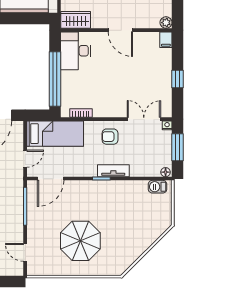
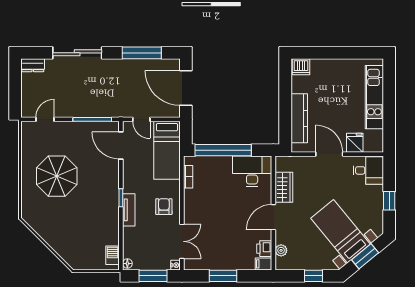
wardrobe: (76, 20) -> (284, 187), moved
plant: (166, 23) -> (281, 250), moved
printer: (151, 39) -> (264, 249), added
window: (177, 79) -> (223, 276), width x1.50

